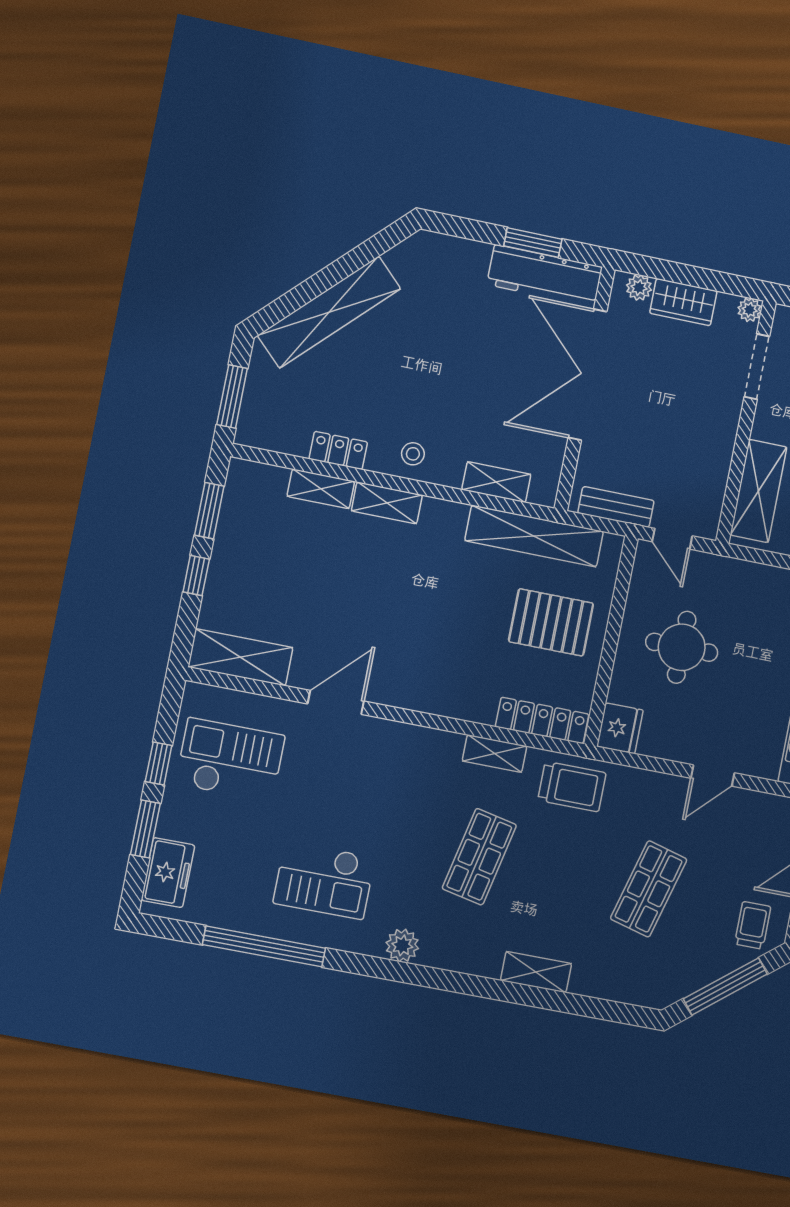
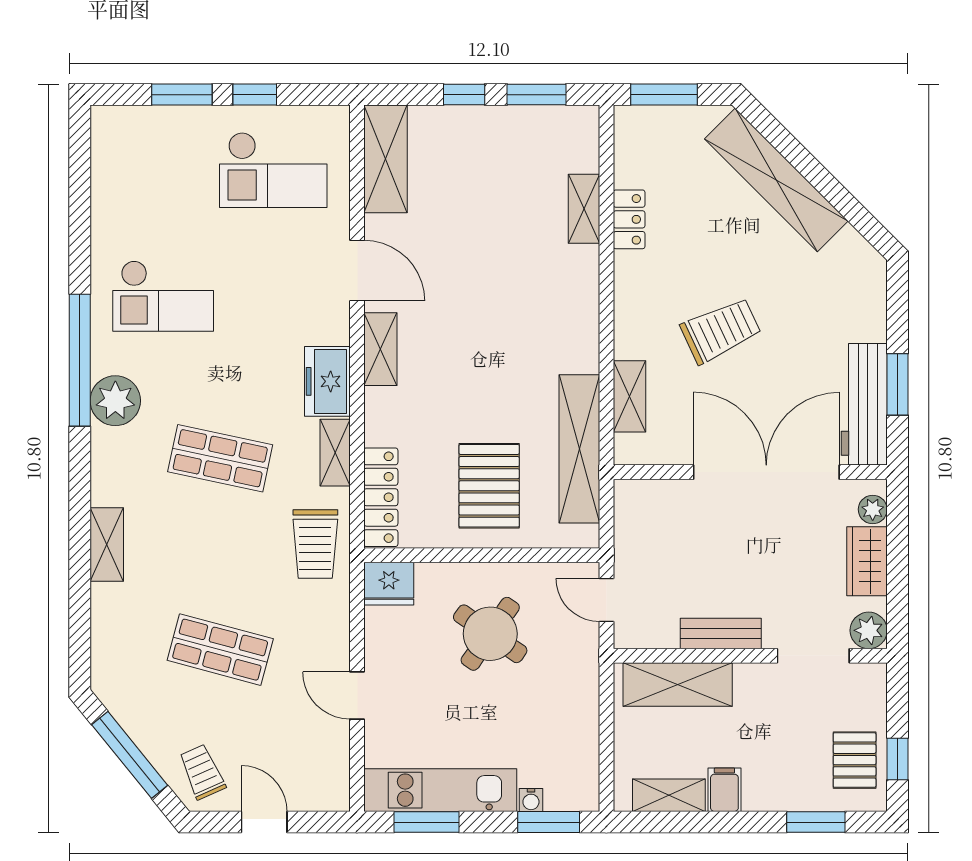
plant: (750, 310) -> (869, 630), width x1.38, depth x1.38
trolley: (454, 389) -> (721, 330), added
stool: (413, 454) -> (642, 300), removed
shelving: (387, 503) -> (380, 349), moved
bench: (616, 507) -> (721, 633), moved, turned 90
door: (672, 539) -> (606, 600), hinge flipped
round table: (682, 647) -> (490, 634), turned 35
checkout: (230, 760) -> (273, 170), turned 90
freezer: (168, 873) -> (327, 381), moved, turned 90
checkout: (324, 880) -> (163, 296), turned -90
trolley: (753, 925) -> (202, 772), turned -114
plant: (402, 945) -> (115, 401), width x1.36, depth x1.36
window: (264, 946) -> (80, 360), moved

